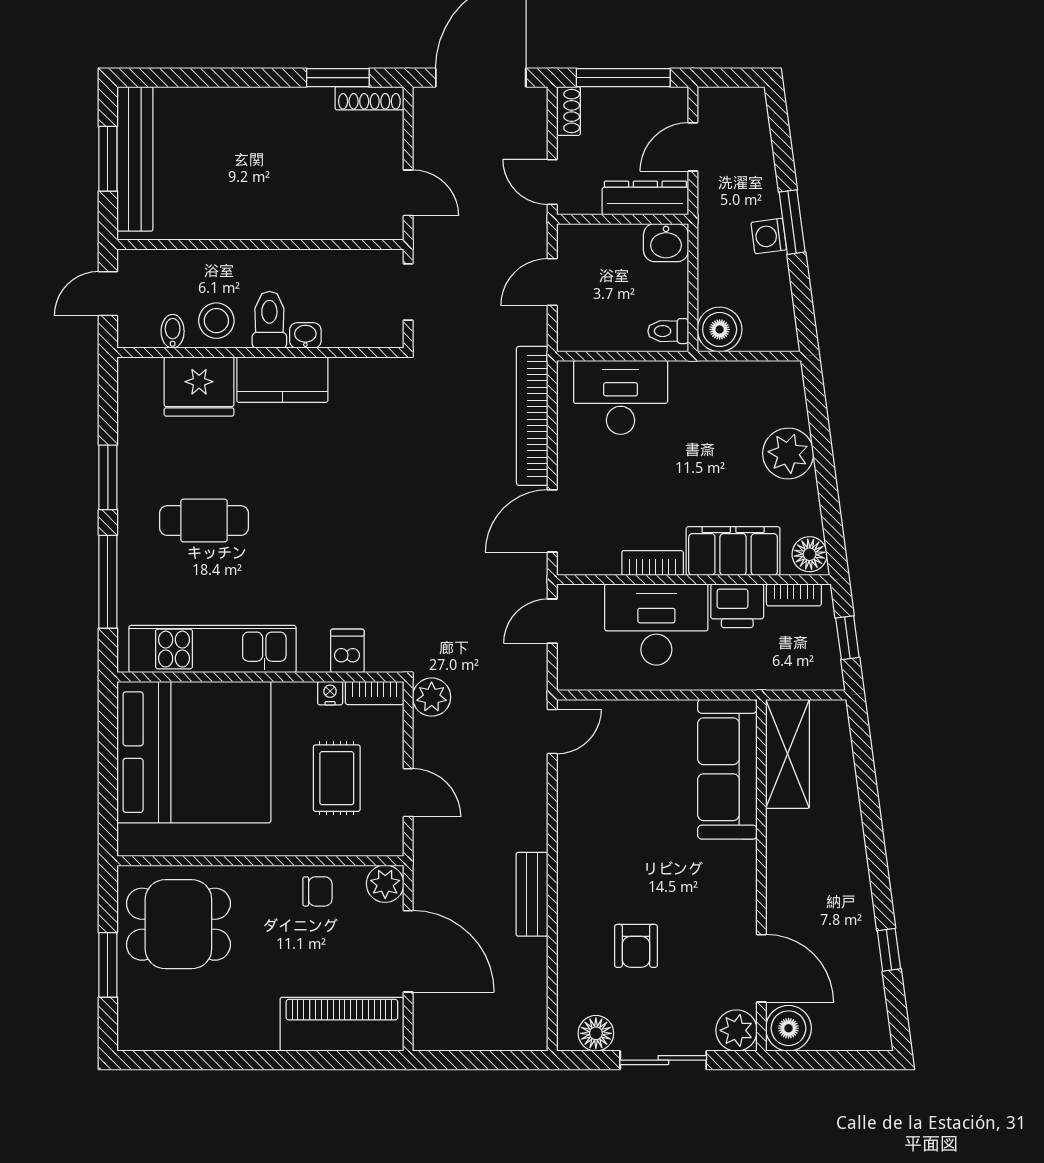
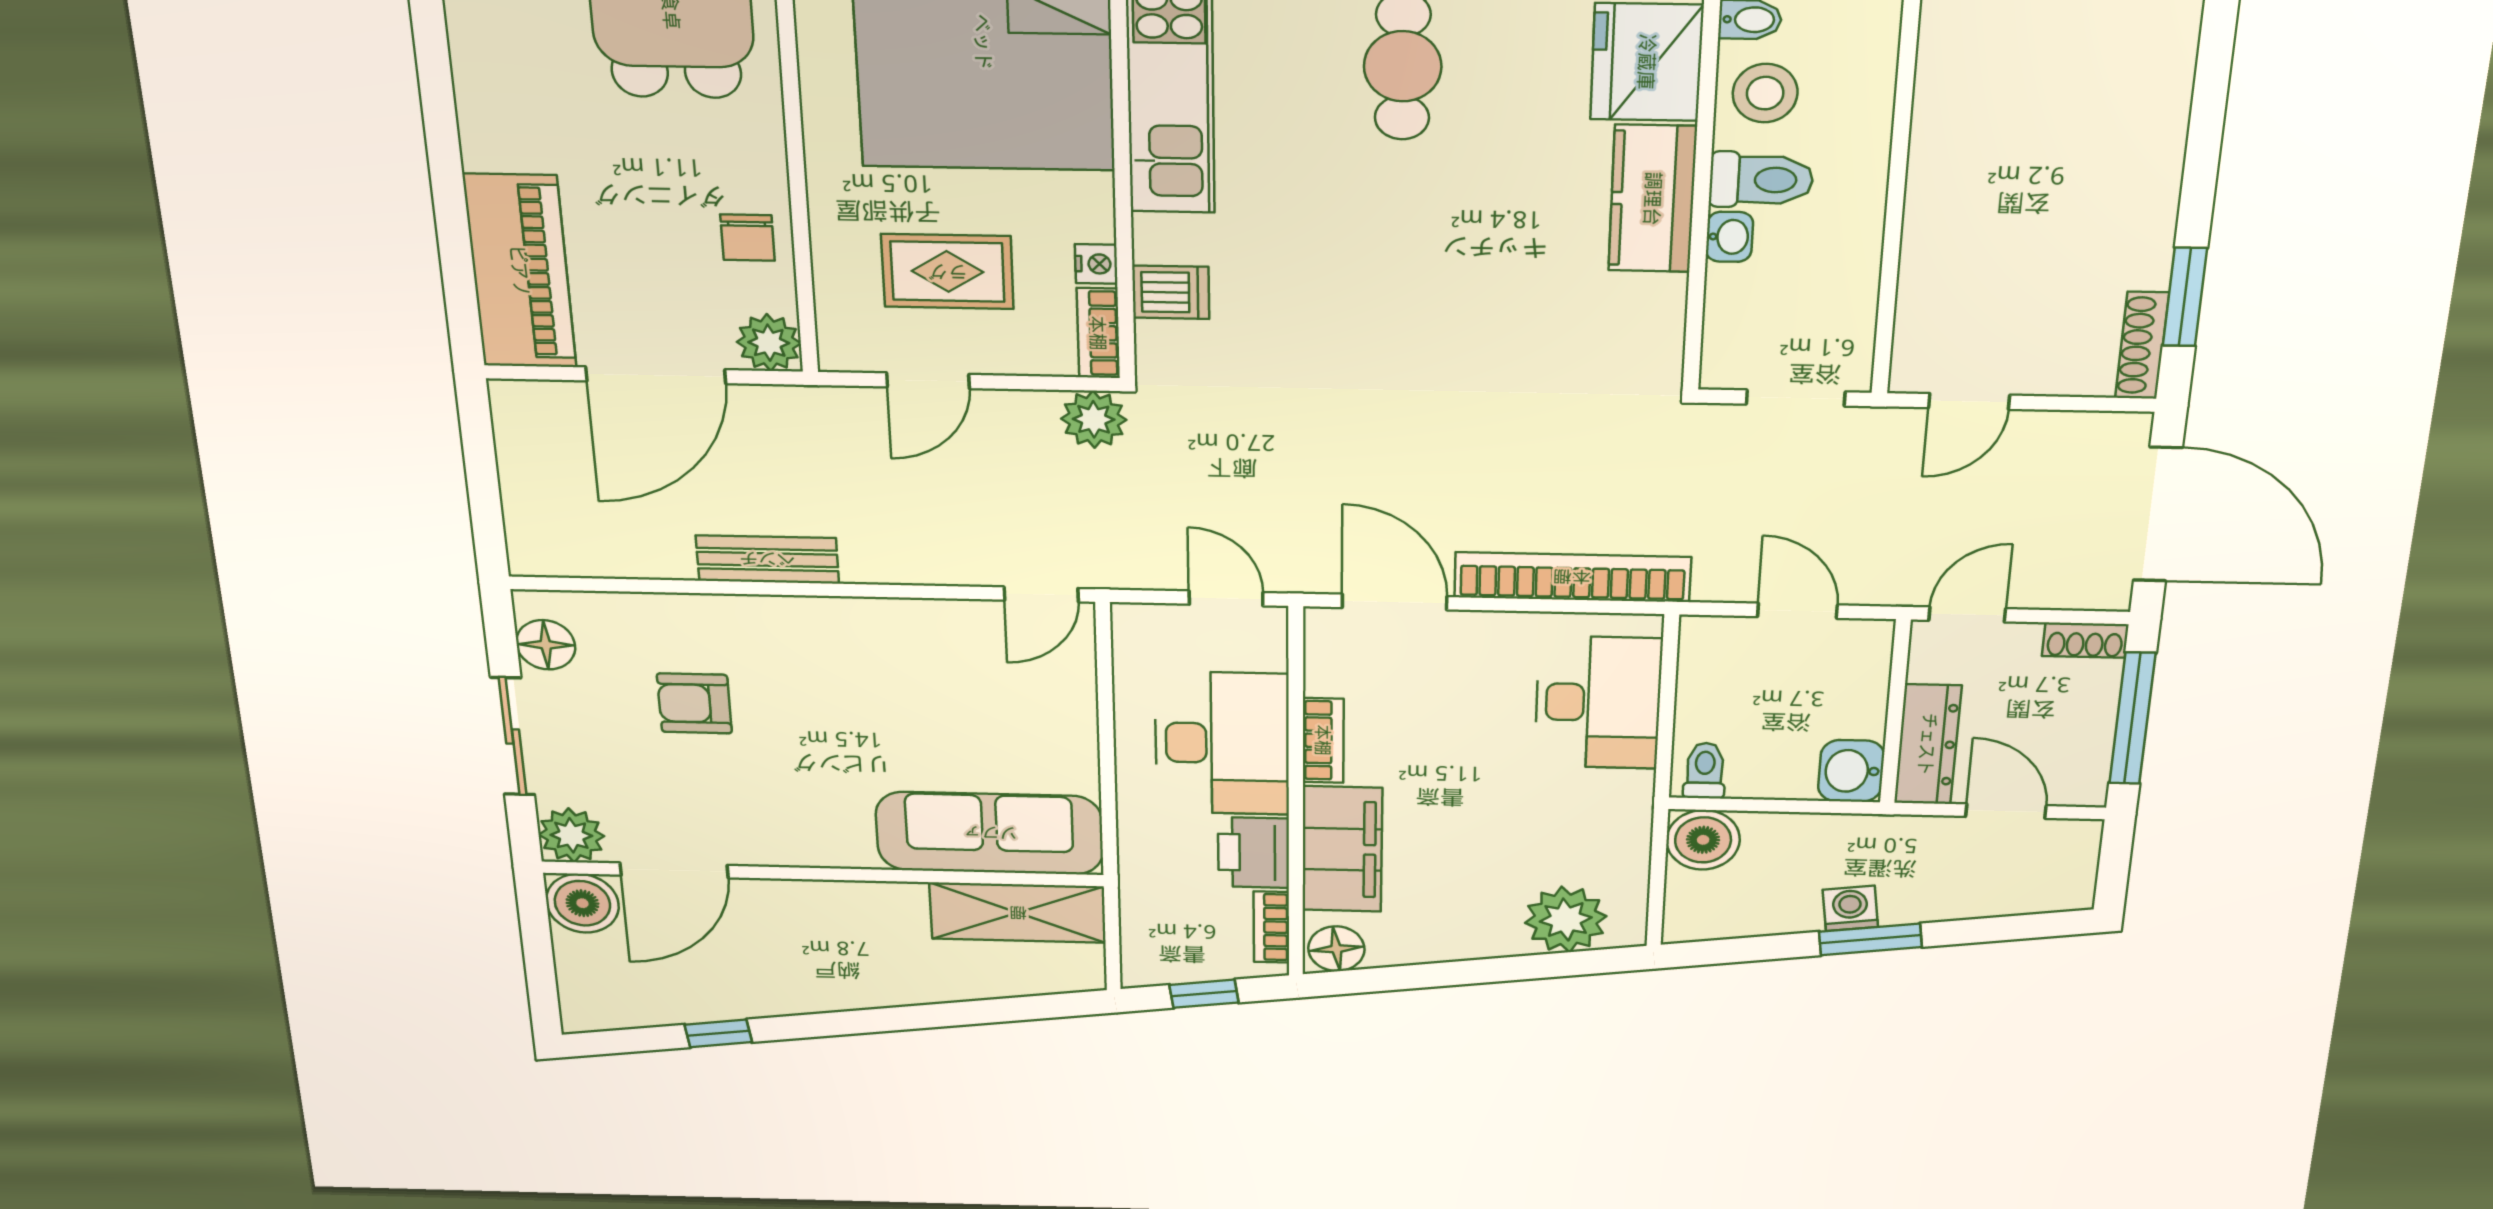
plant: (788, 453) -> (1566, 920), moved
door: (552, 732) -> (1041, 594), hinge flipped

